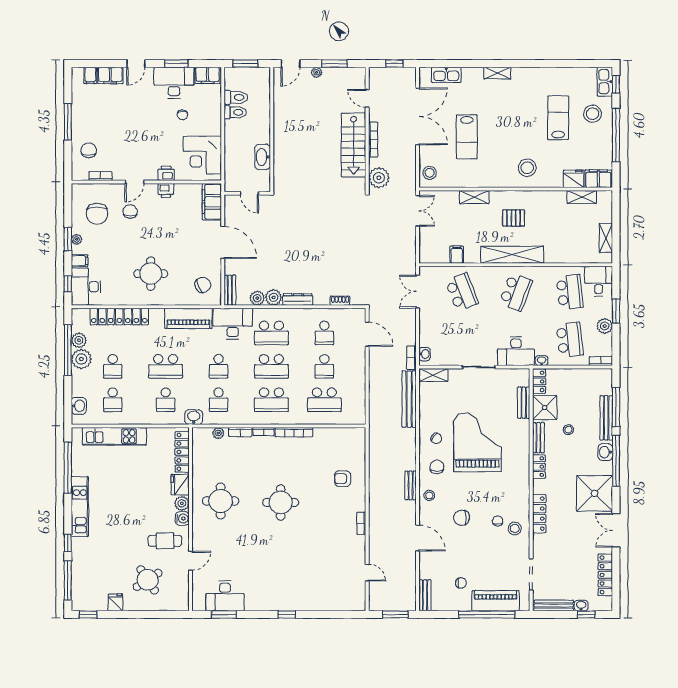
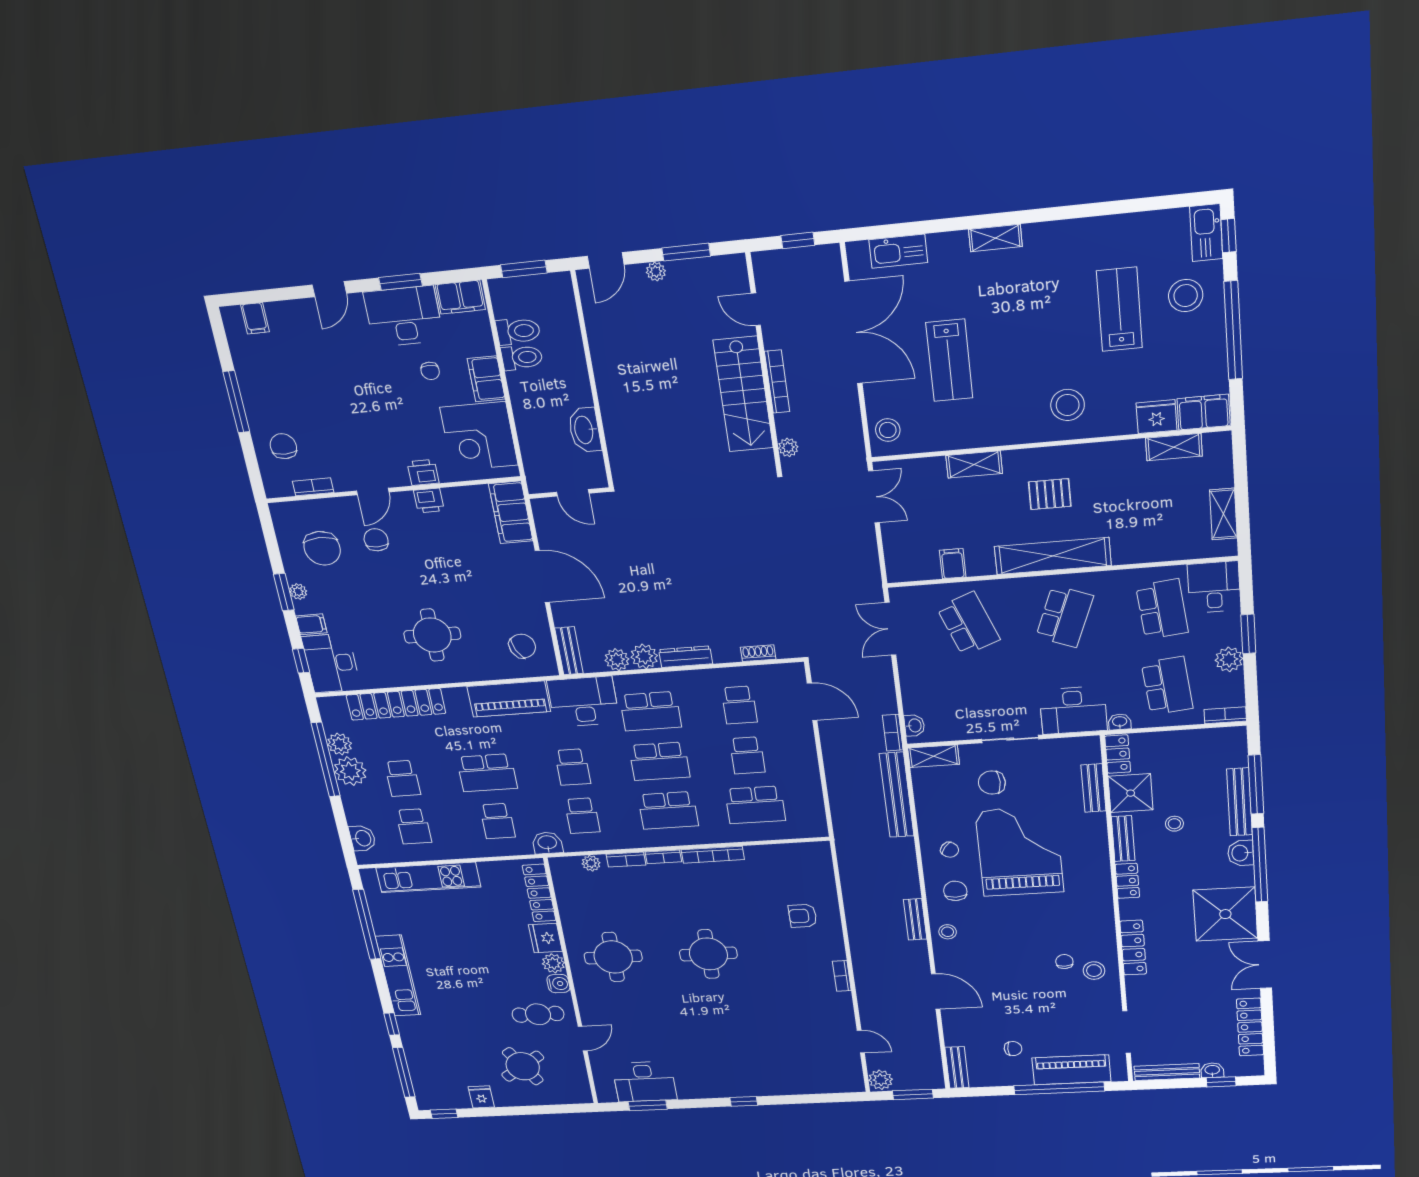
filing cabinet: (110, 75) -> (486, 379), moved, turned 90
plant: (379, 178) -> (788, 447), width x0.53, depth x0.53
chair: (462, 518) -> (992, 783), moved
plant: (376, 602) -> (881, 1080), added

